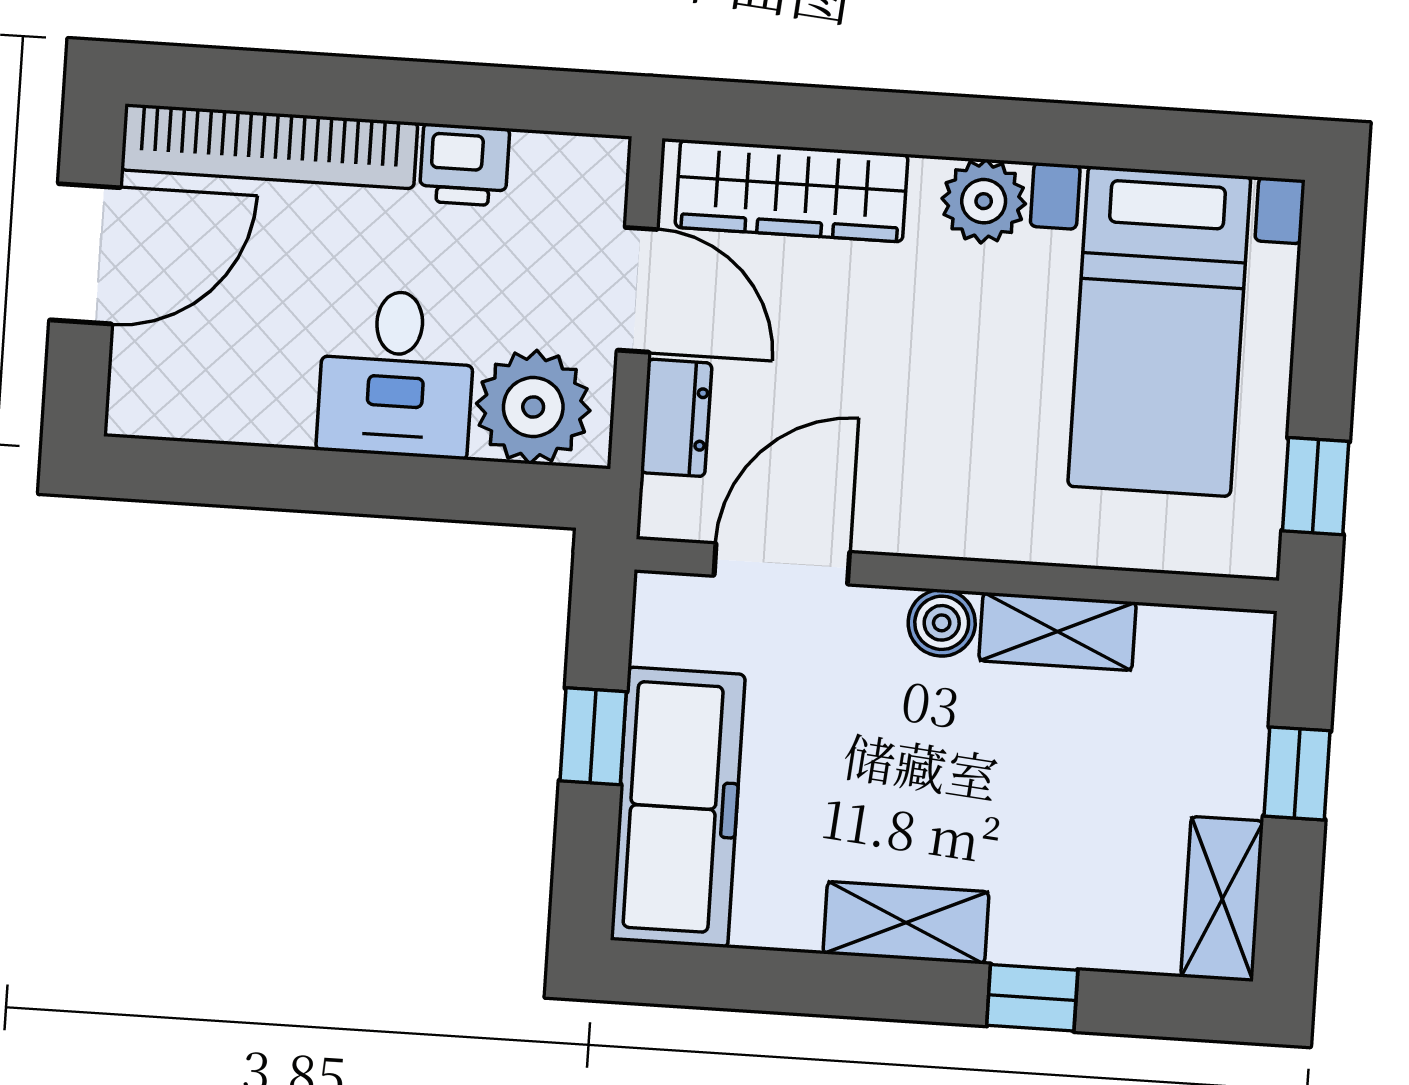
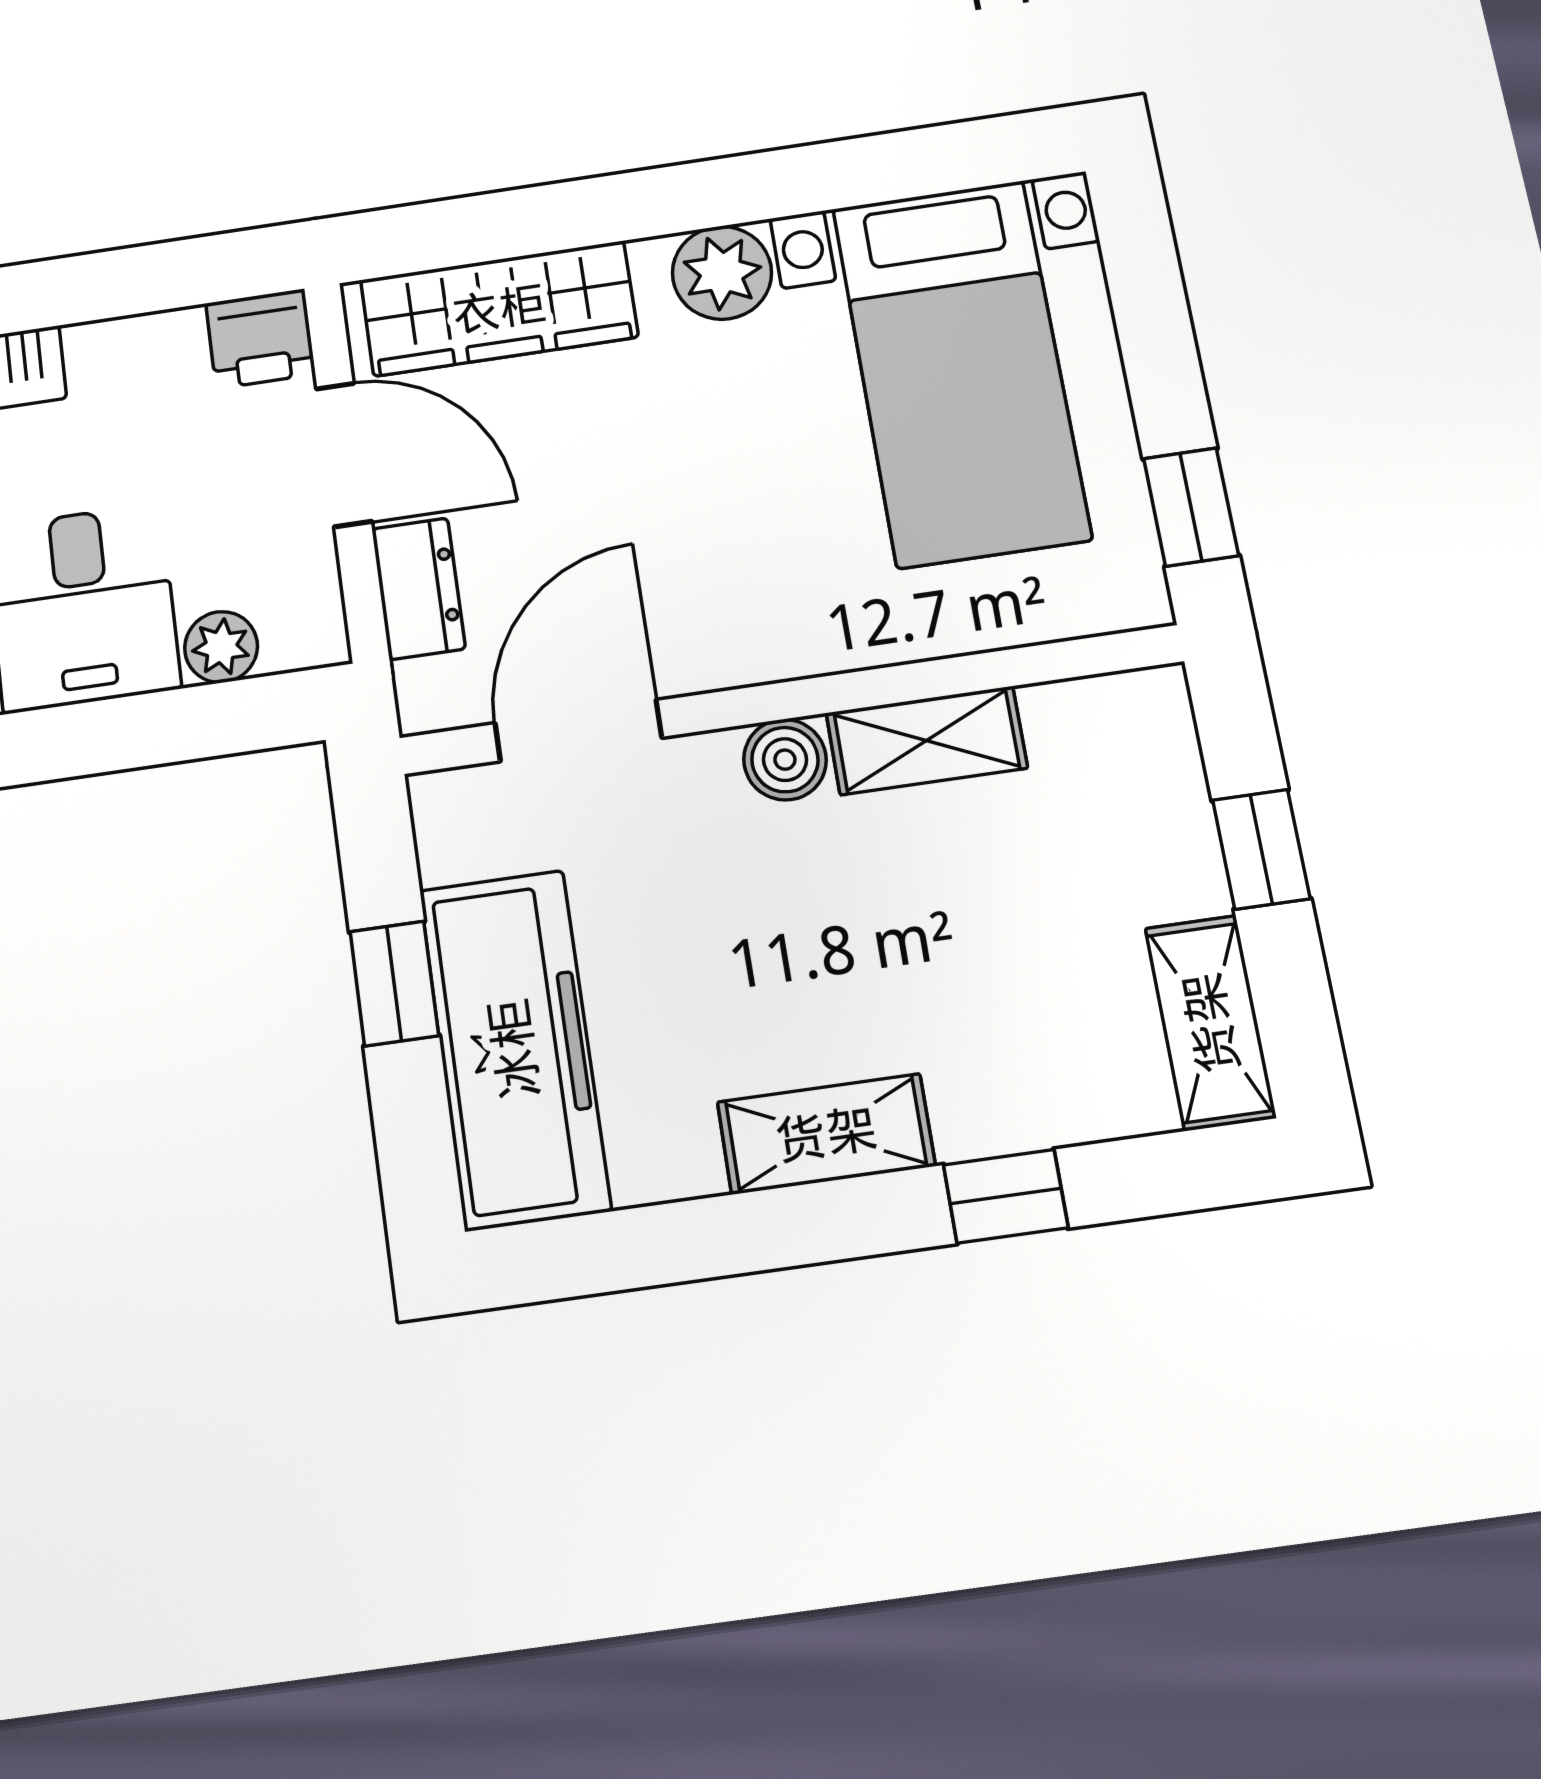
printer: (464, 165) -> (260, 339), moved
plant: (533, 407) -> (221, 647), width x0.53, depth x0.53

